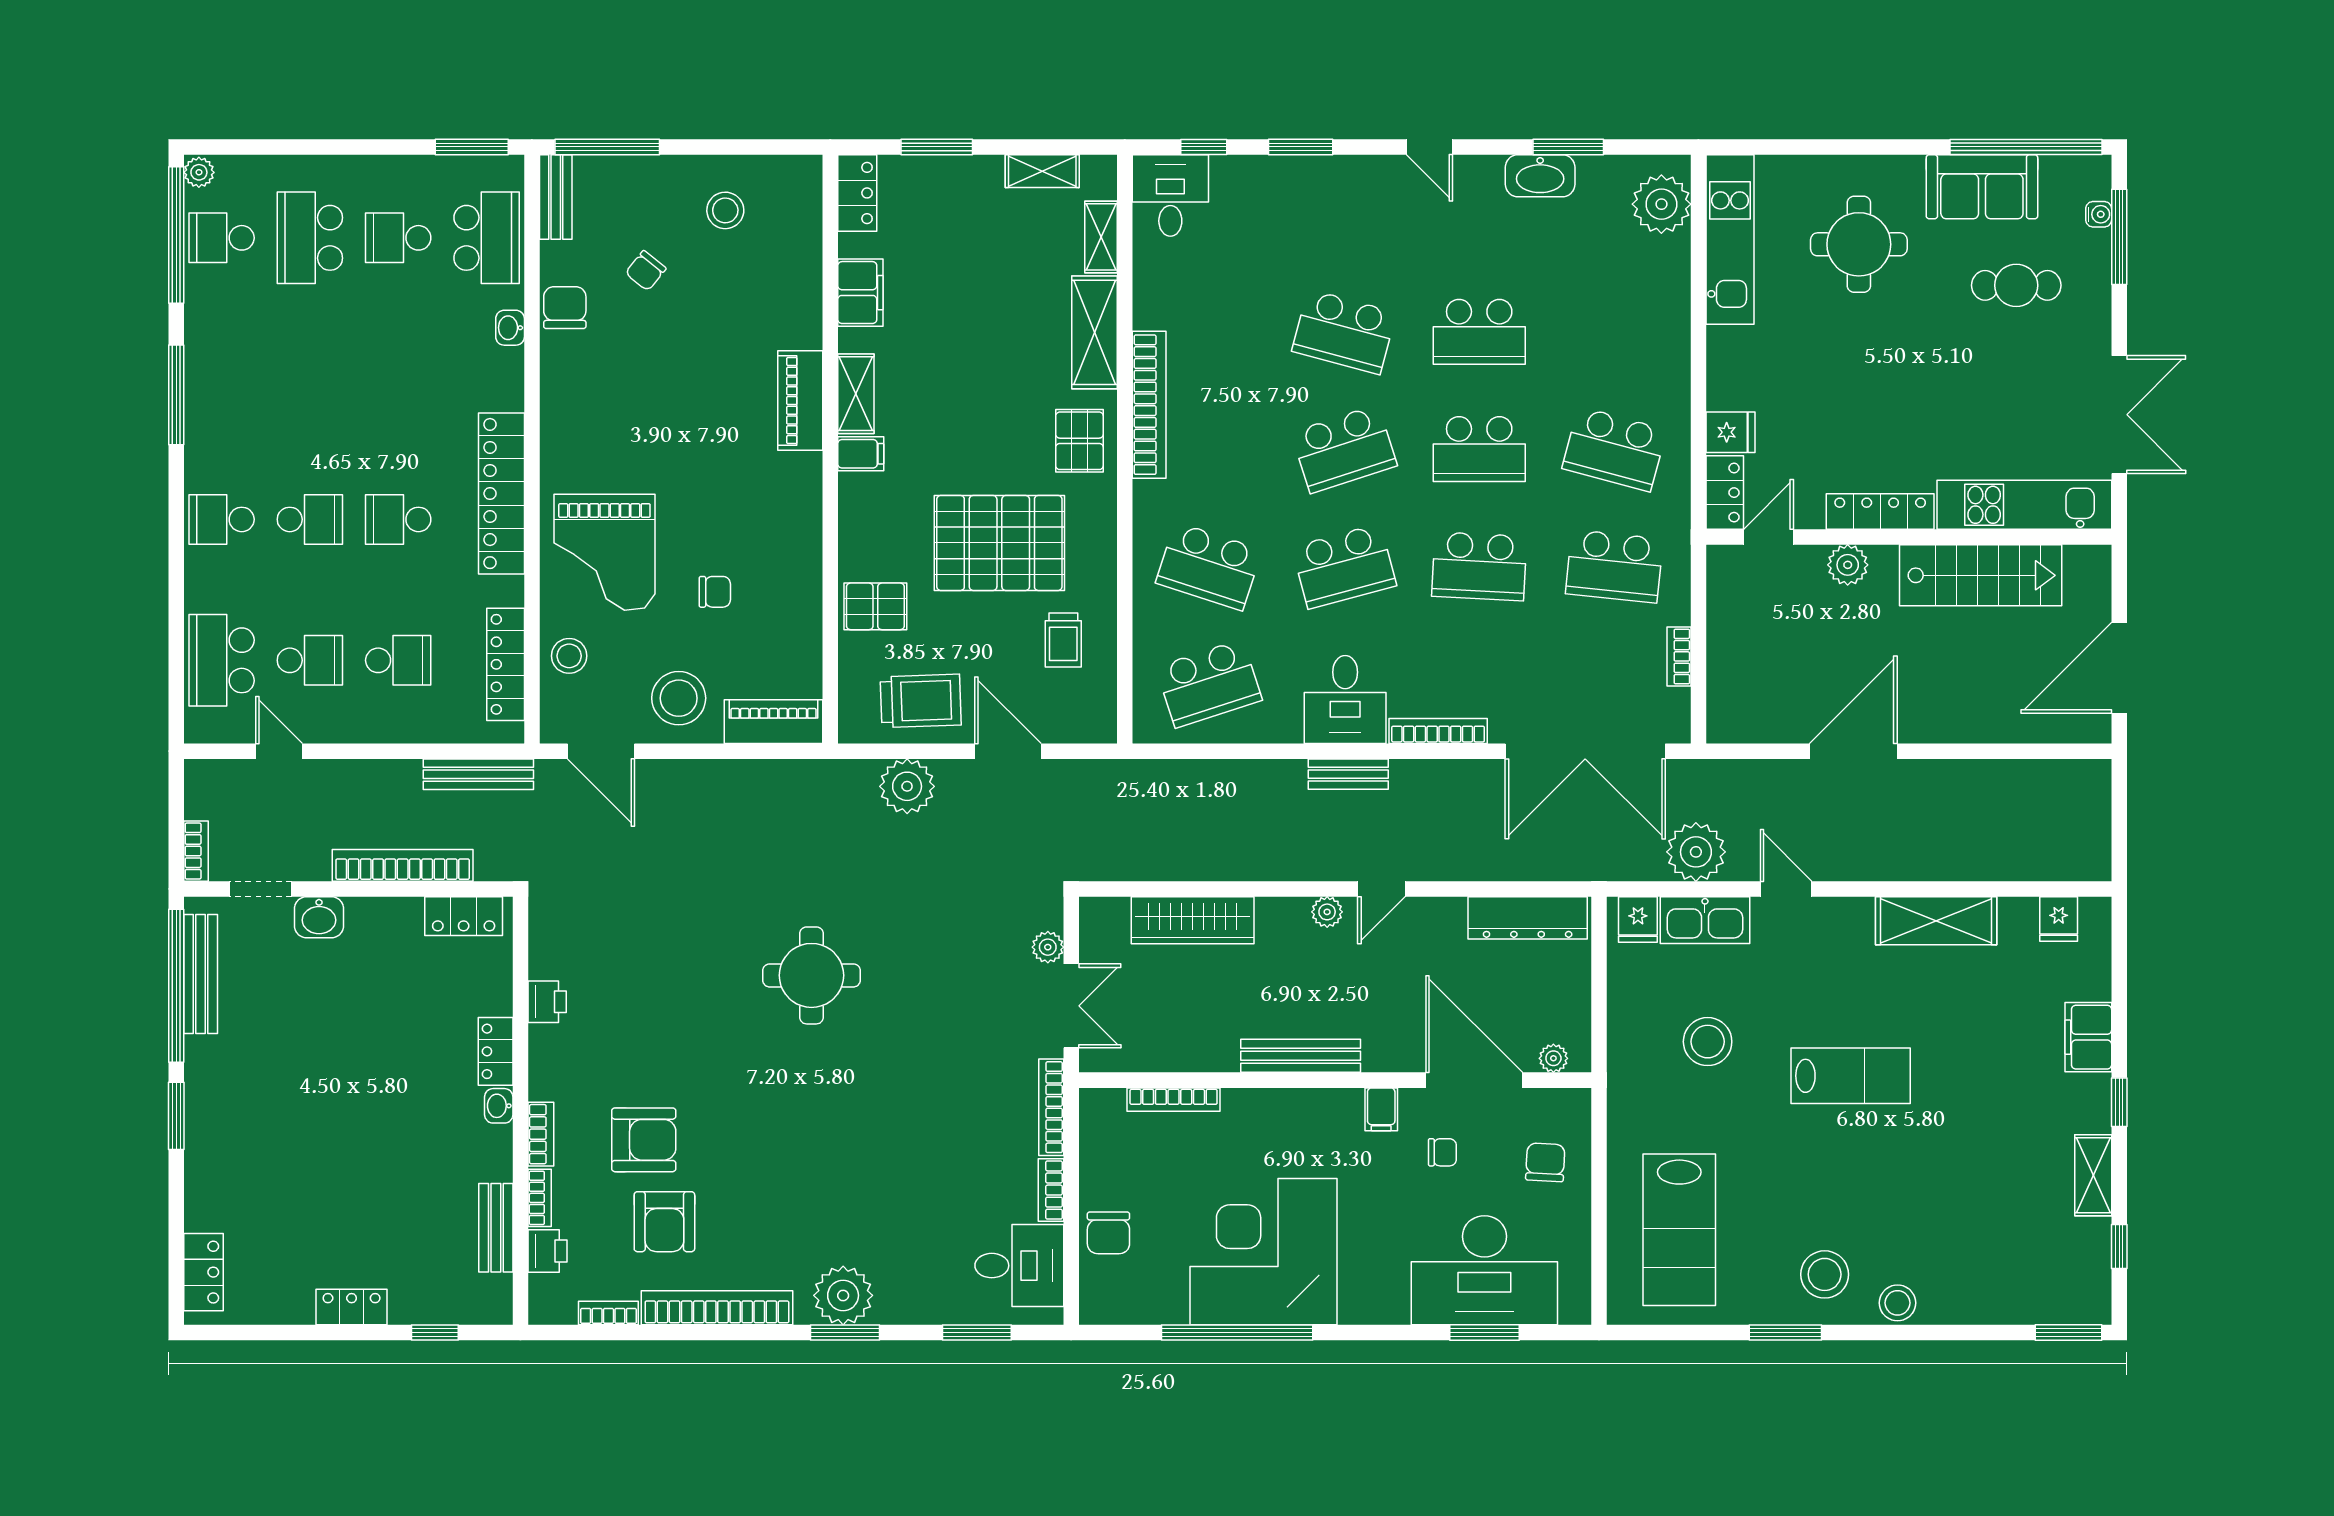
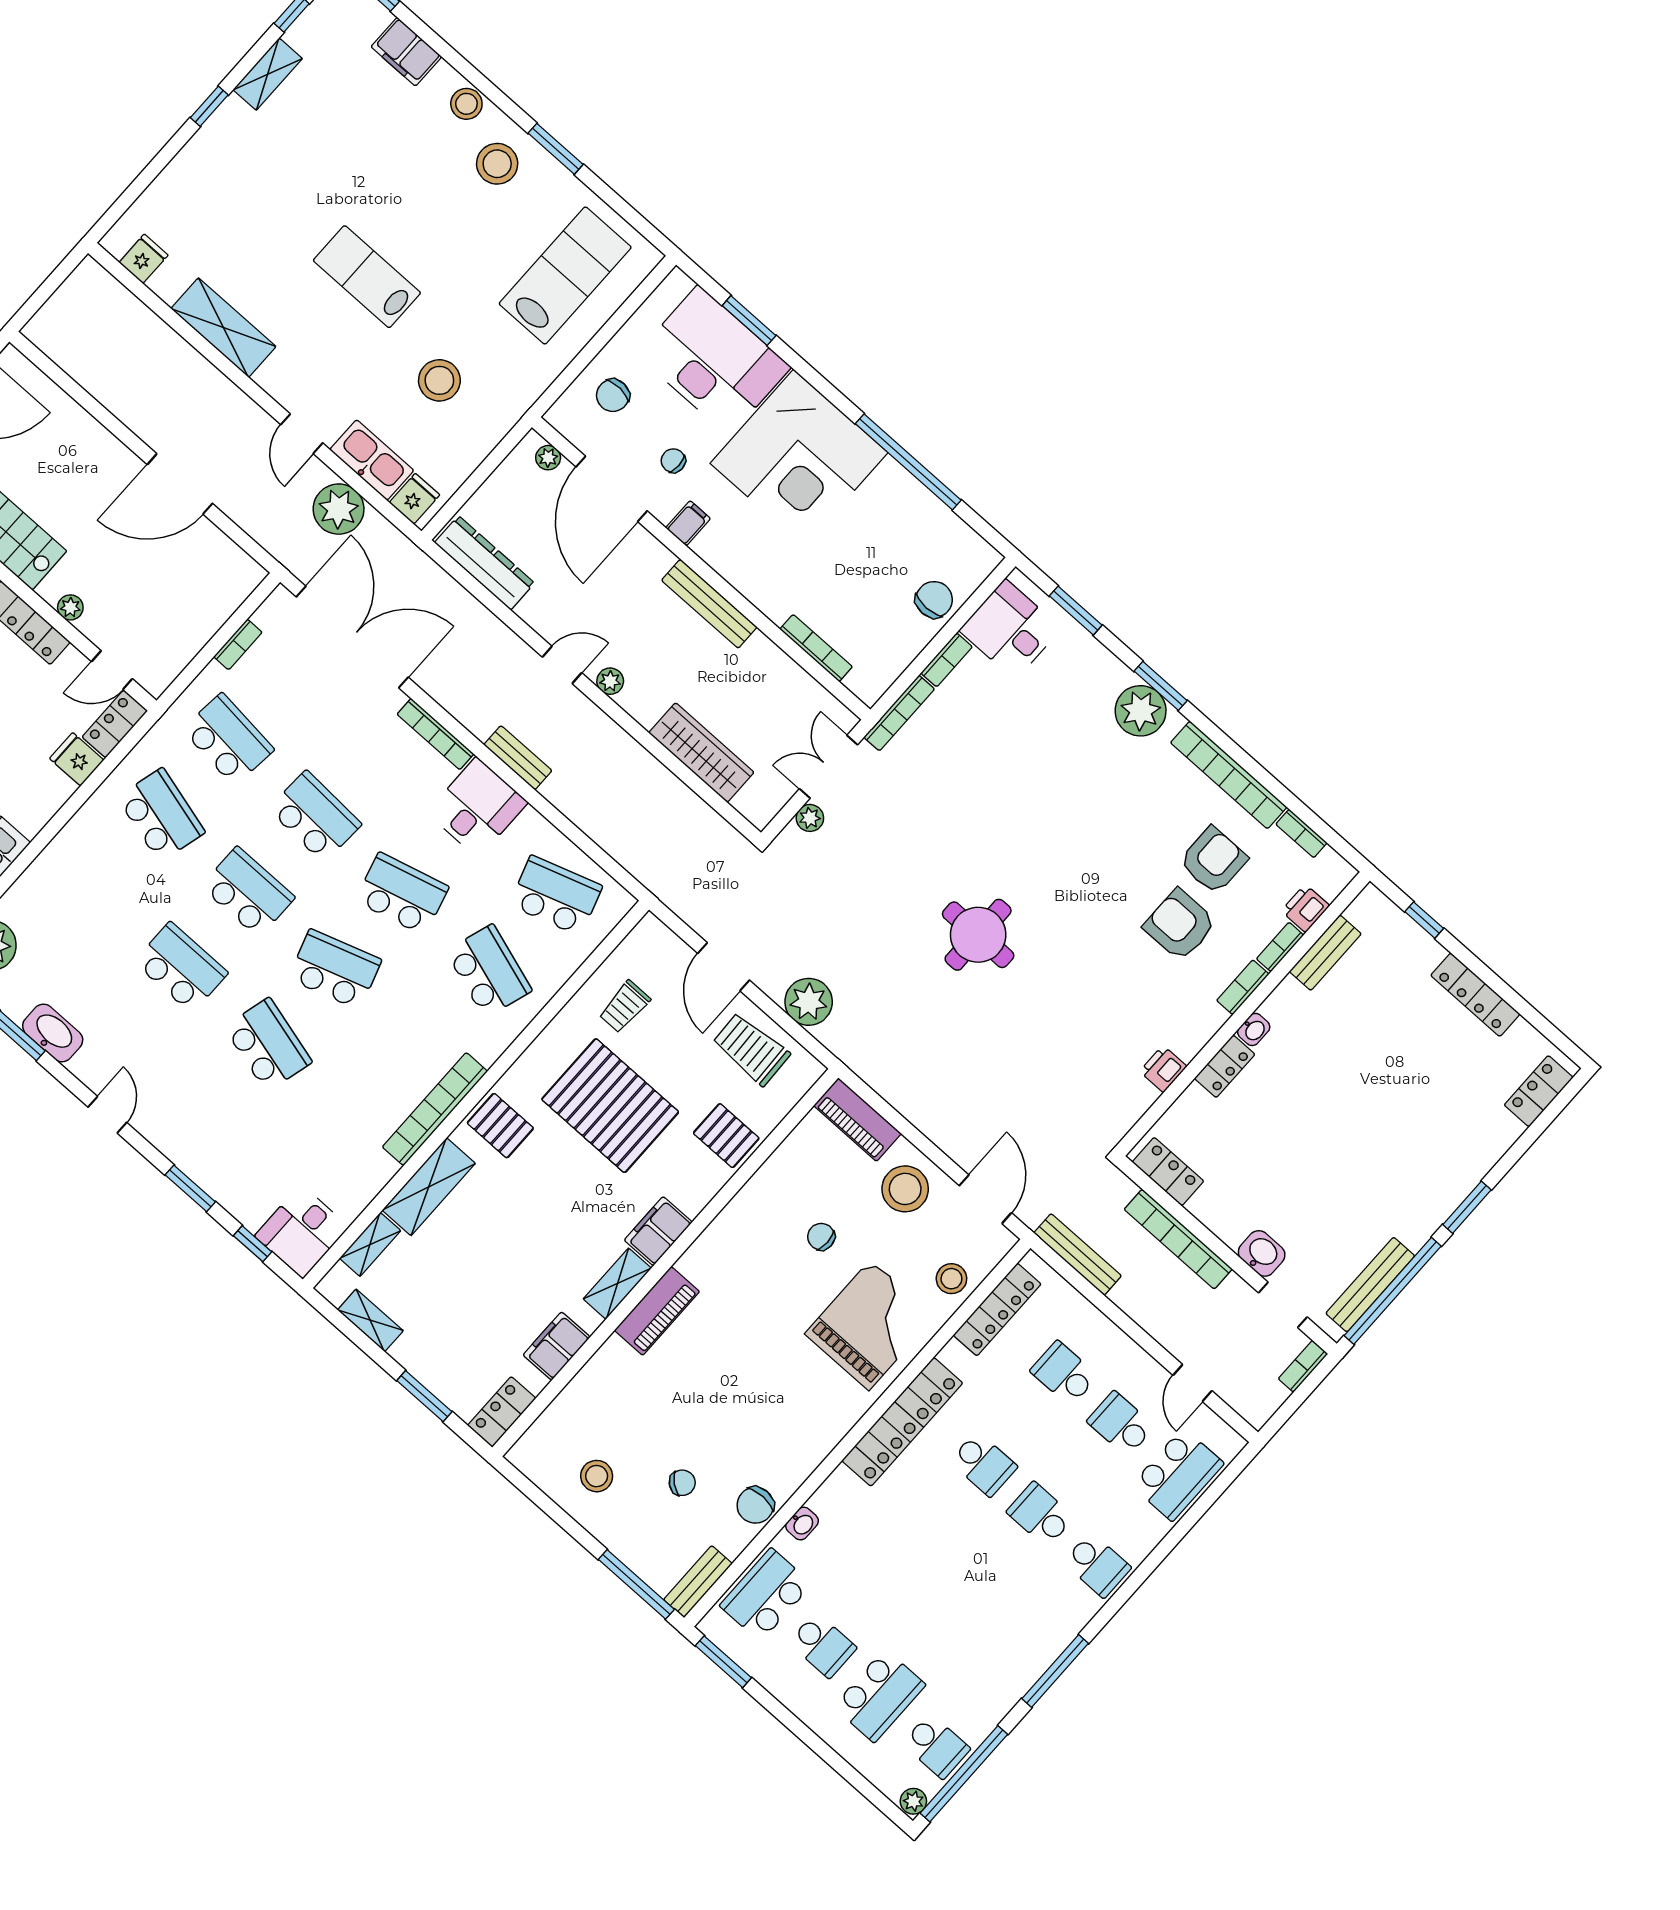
pallet: (1079, 441) -> (500, 1126), turned 90
filing cabinet: (861, 454) -> (658, 1231), width x2.00
plant: (1848, 565) -> (70, 607), width x0.73, depth x0.73
trolley: (1063, 640) -> (625, 1007), turned 180
filing cabinet: (2088, 1037) -> (406, 52), moved, turned 90
corner desk: (1264, 1252) -> (799, 458), moved
locker: (352, 1307) -> (1475, 995), width x1.53

